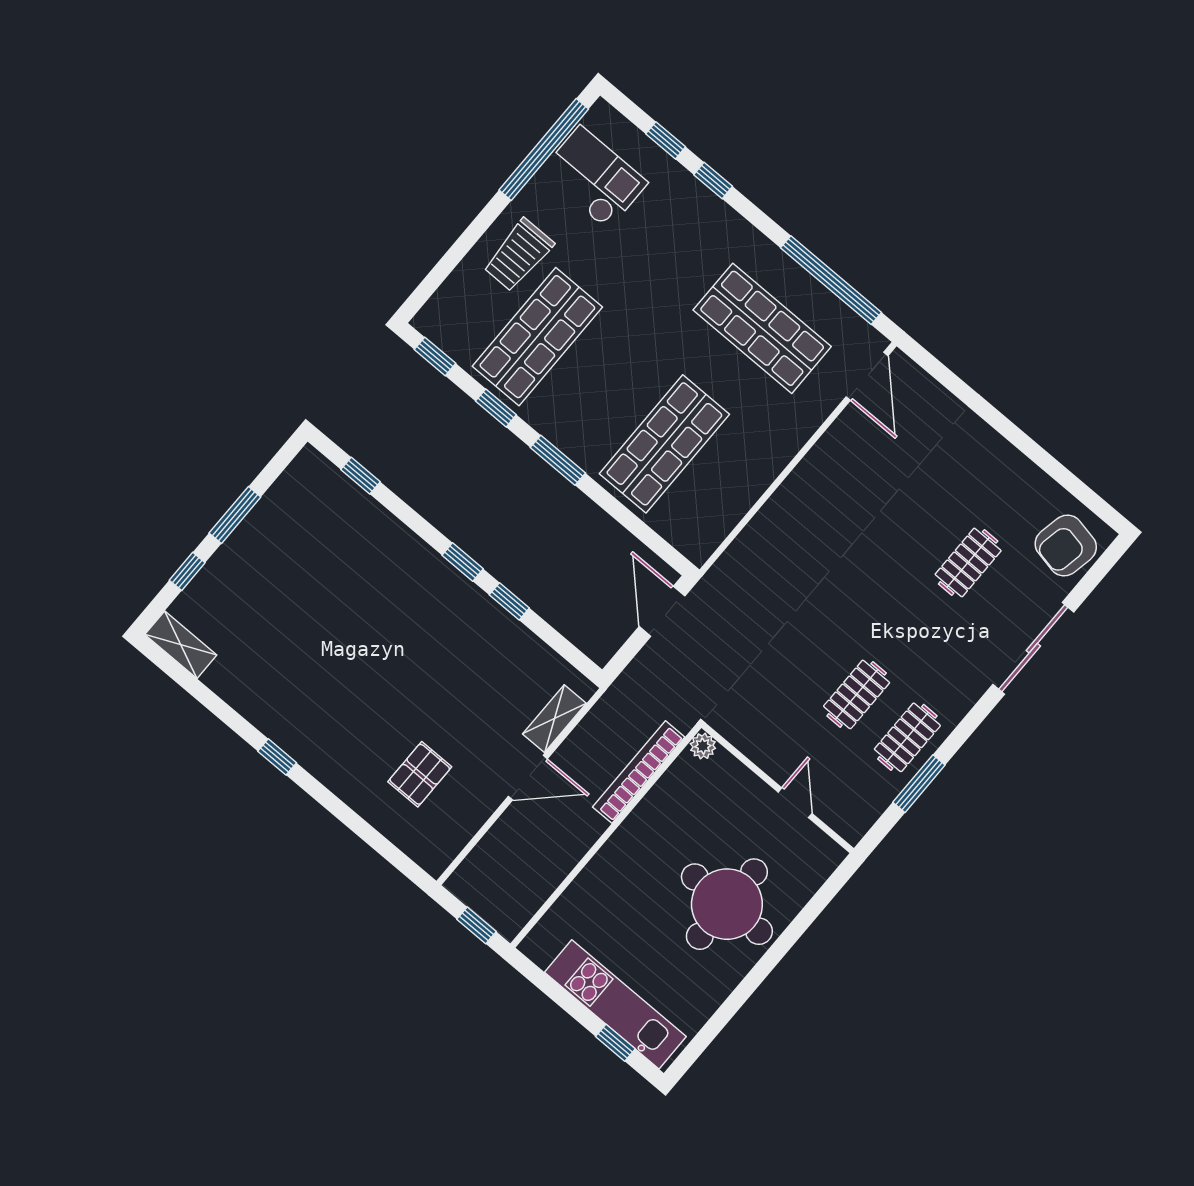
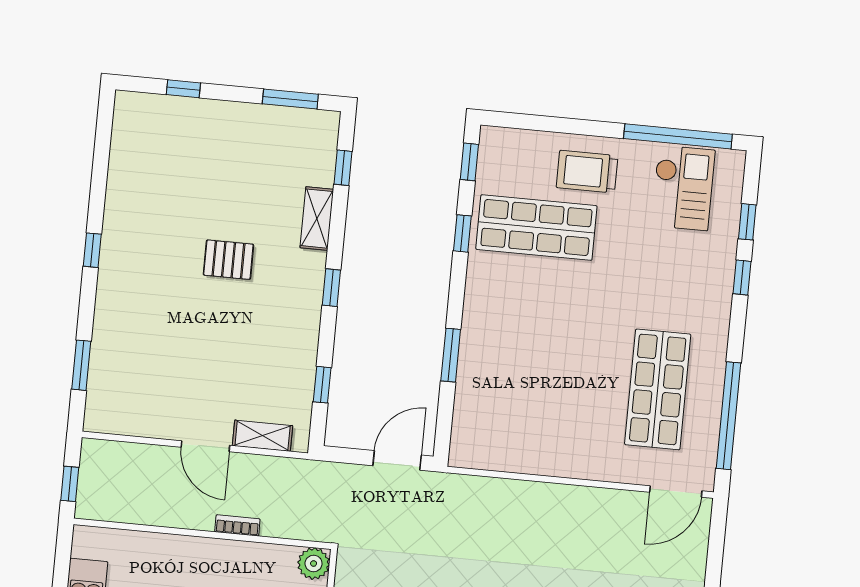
shop shelf: (664, 444) -> (522, 376), removed
window: (558, 460) -> (451, 355), moved
window: (235, 515) -> (290, 99), moved
window: (509, 601) -> (322, 385), moved
shelving: (181, 645) -> (317, 219), moved
plant: (703, 746) -> (314, 564), width x1.38, depth x1.38
bookcase: (639, 772) -> (237, 525), width x0.43, depth x0.76
pallet: (420, 774) -> (228, 260), moved
window: (375, 840) -> (81, 365), added

